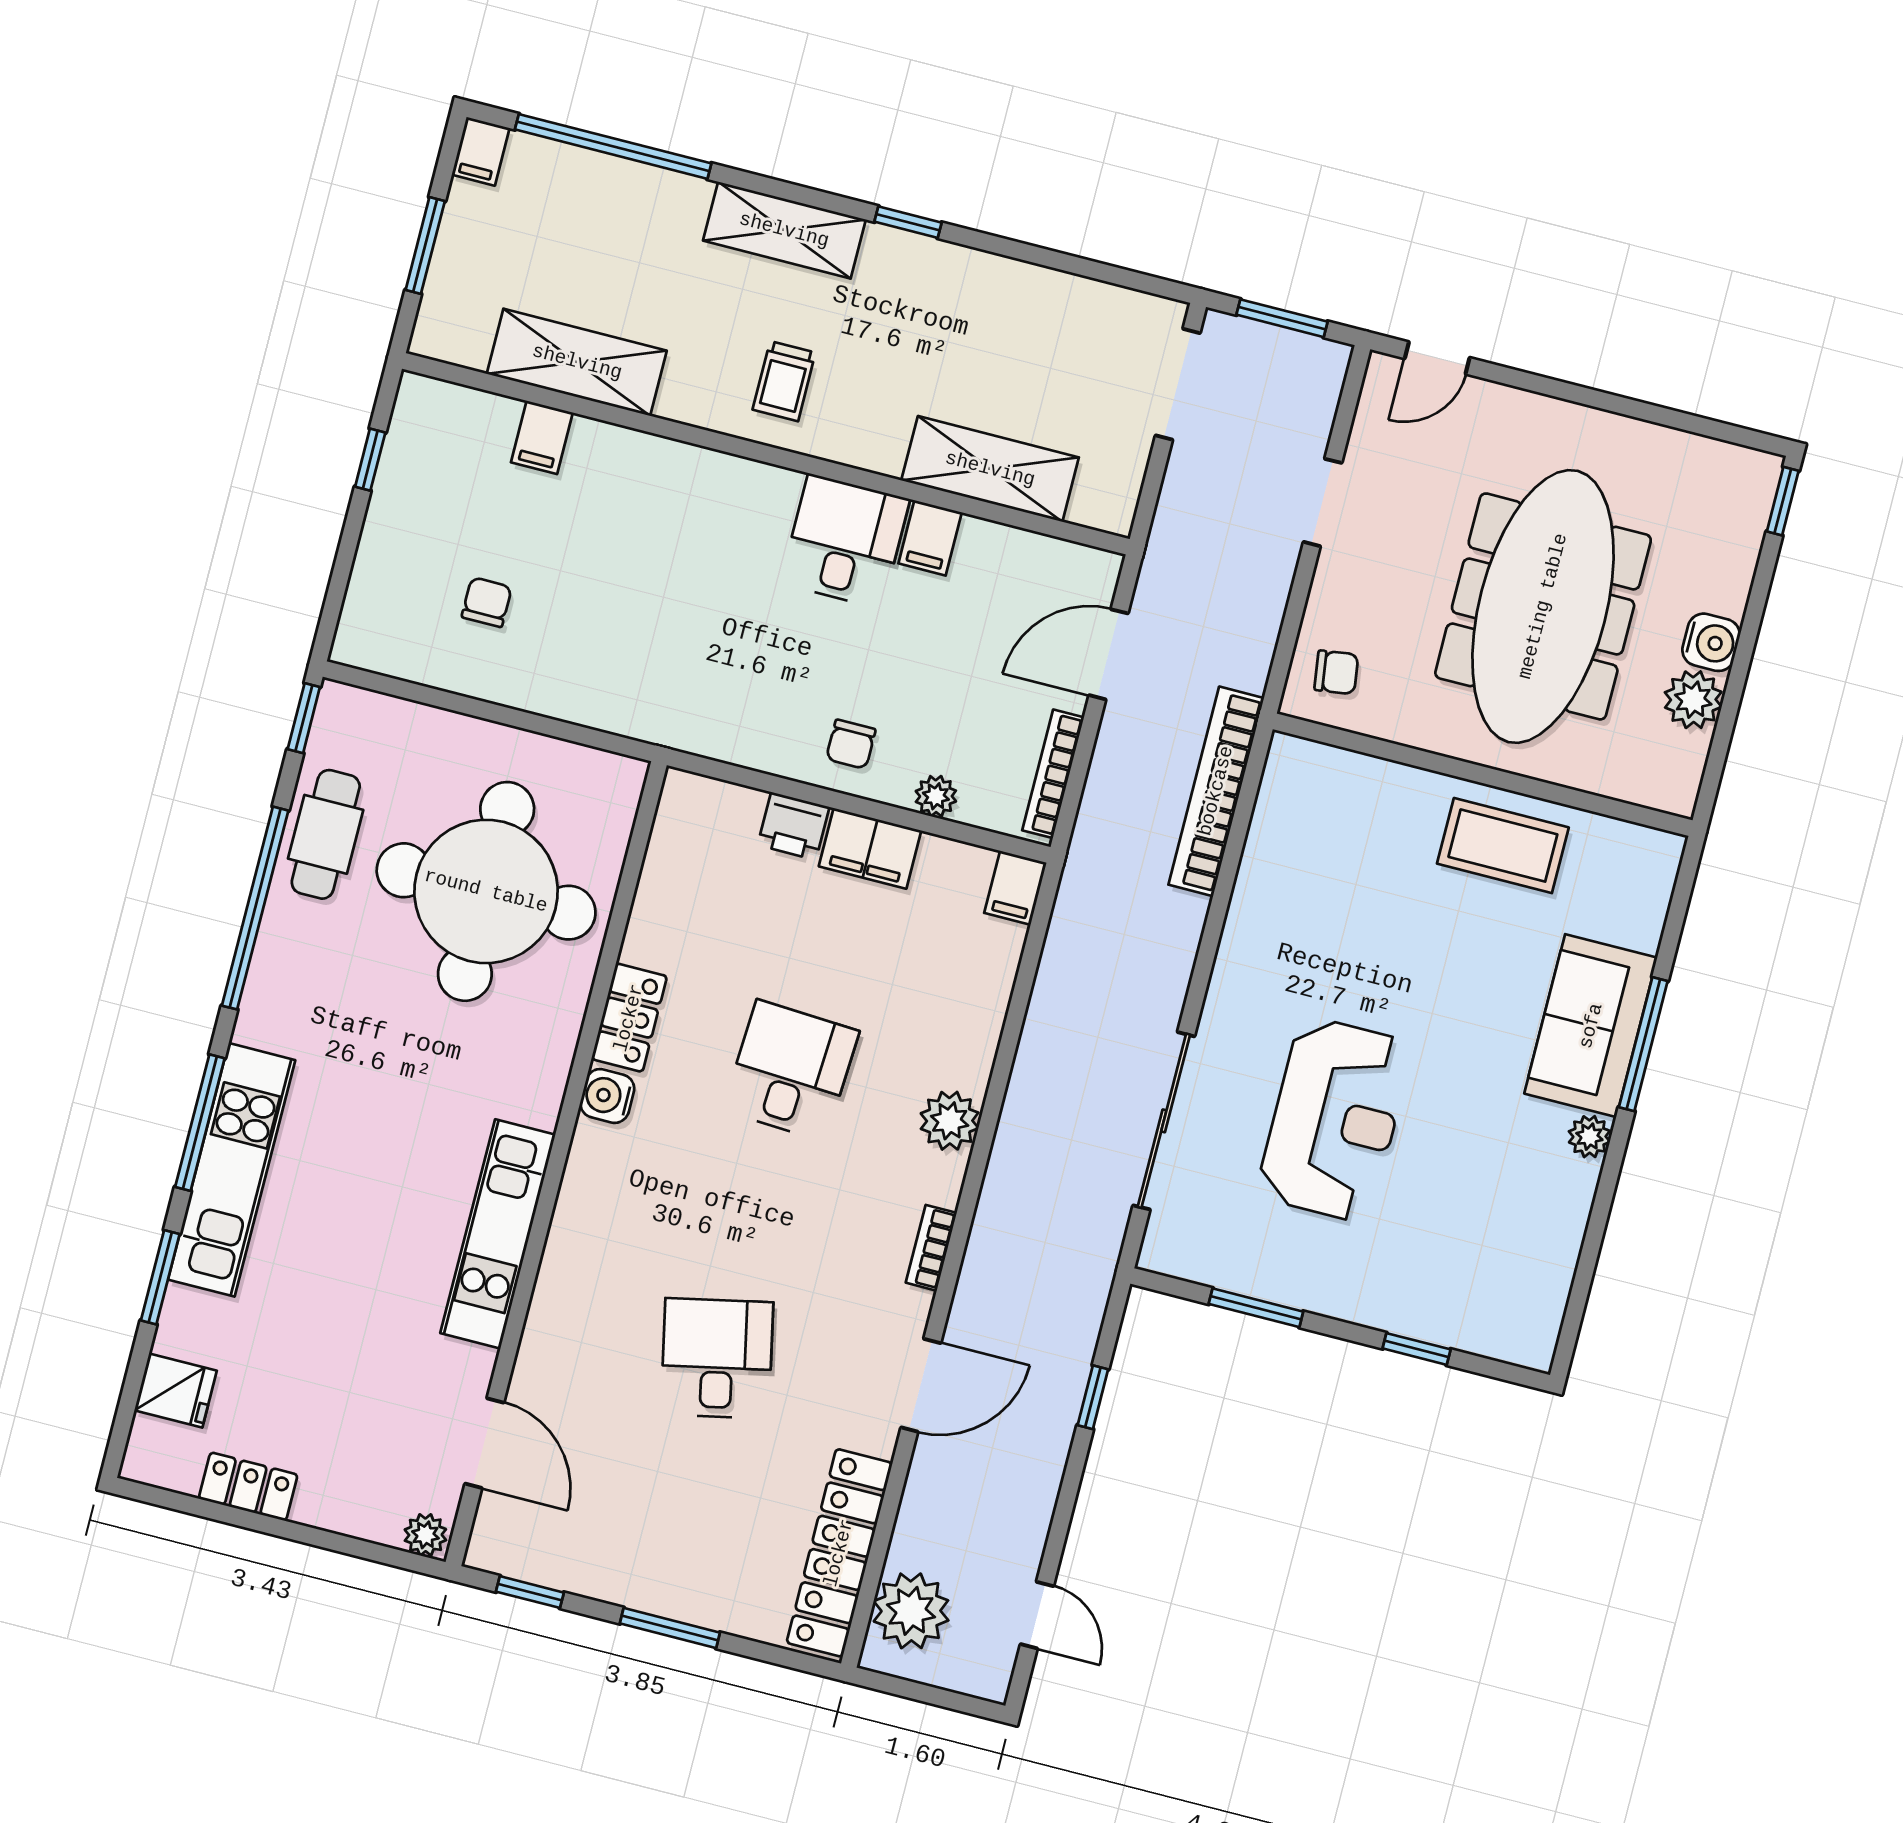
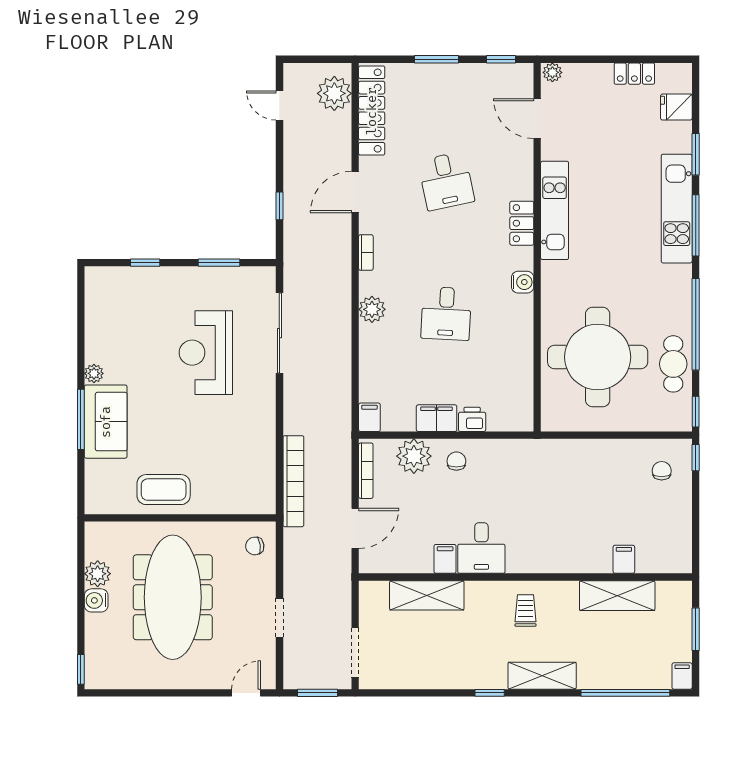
window: (370, 460) -> (696, 458), moved
chair: (487, 602) -> (662, 471), moved, turned 180
plant: (936, 796) -> (414, 456), width x1.87, depth x1.87
locker: (629, 1018) -> (522, 223), moved

